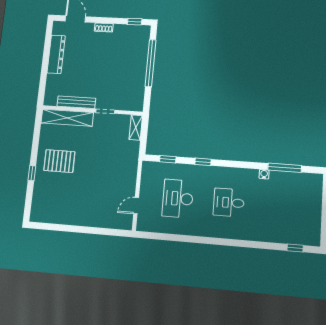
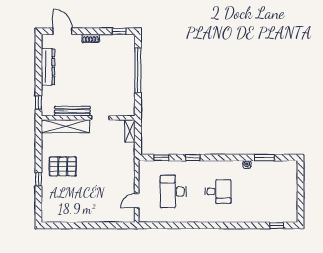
window: (42, 91) -> (38, 103), added
window: (285, 168) -> (264, 158), width x0.69
desk: (229, 203) -> (218, 192), turned 180

